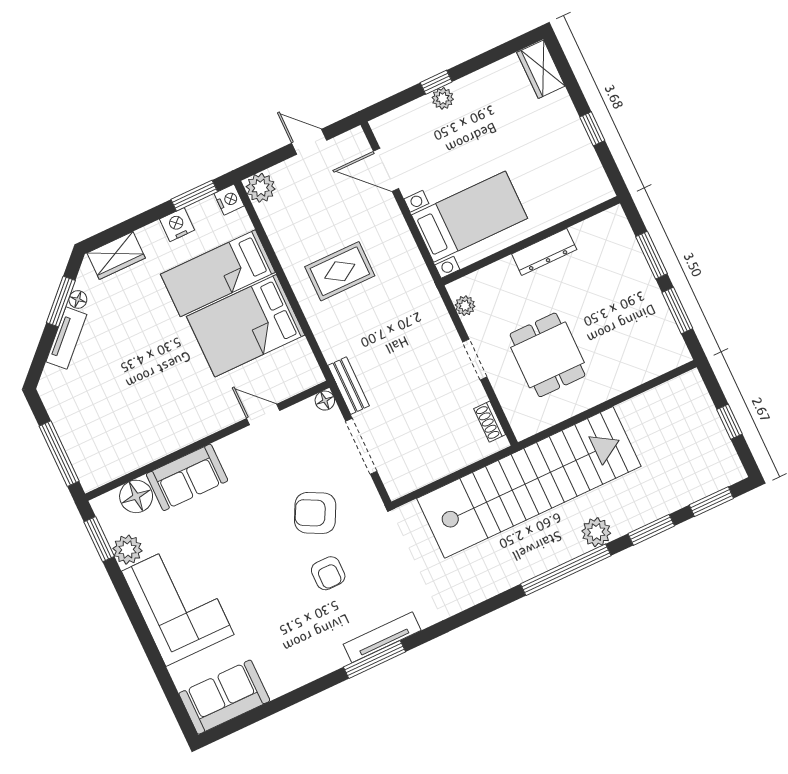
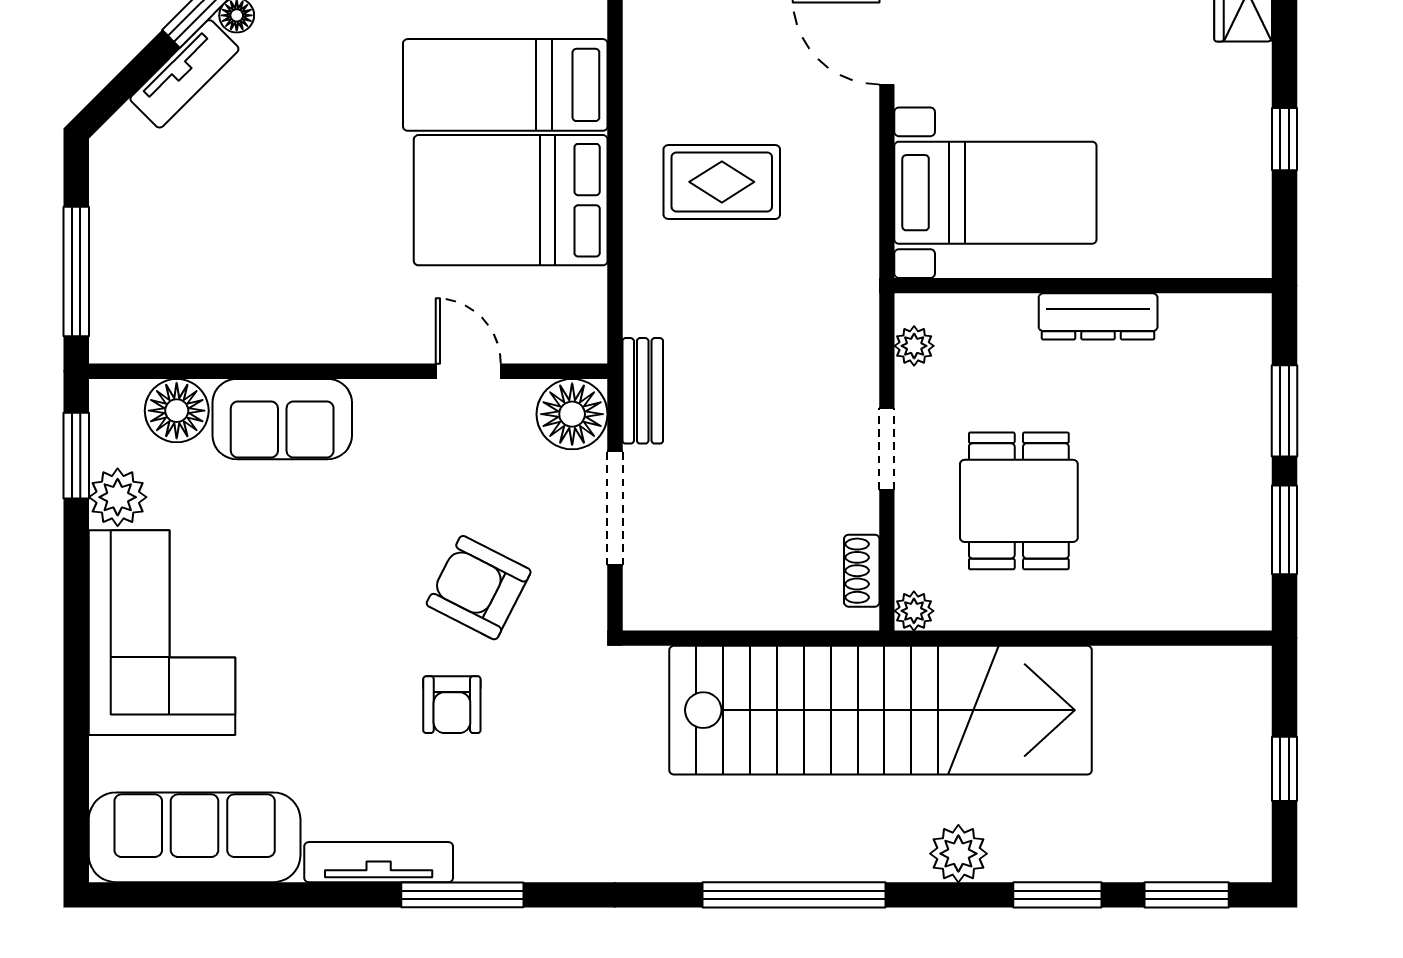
floor lamp: (325, 401) -> (572, 414), width x1.89, depth x1.89
plant: (523, 429) -> (914, 611), added
window: (566, 570) -> (794, 895), moved
tv unit: (382, 637) -> (379, 862), moved
sofa: (224, 697) -> (195, 837), width x1.36

